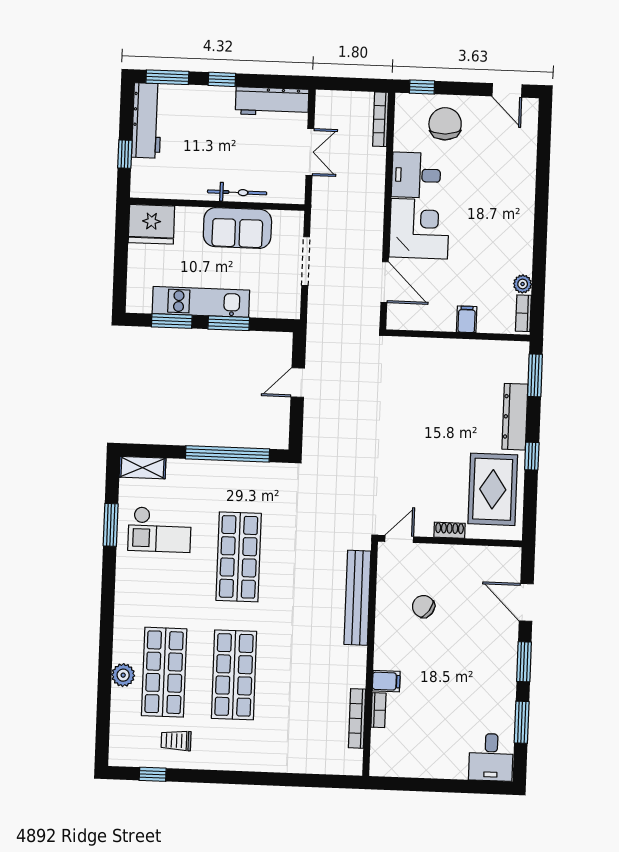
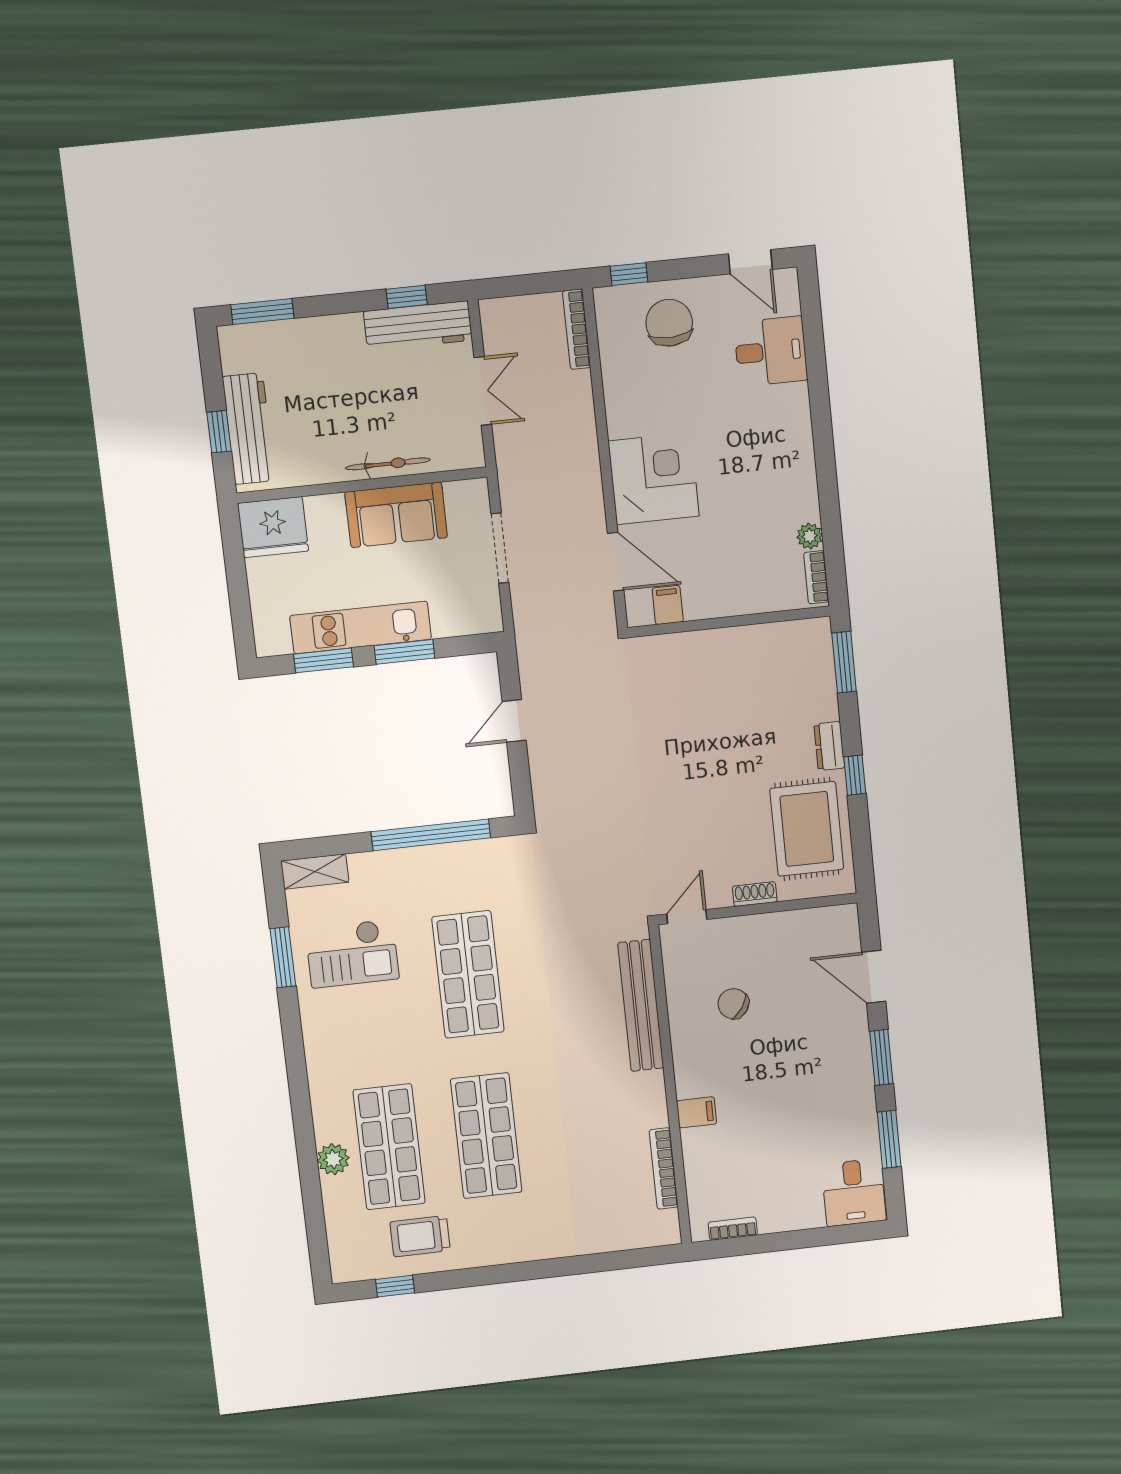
window: (222, 79) -> (407, 297), moved
workbench: (147, 120) -> (249, 429), moved
desk: (416, 175) -> (771, 351), moved, turned 180
filing cabinet: (467, 319) -> (668, 605), moved
dresser: (515, 417) -> (829, 746), width x0.51, depth x0.80
bookcase: (378, 710) -> (733, 1229), moved, turned -90
trolley: (176, 741) -> (420, 1236), width x1.36, depth x1.39

